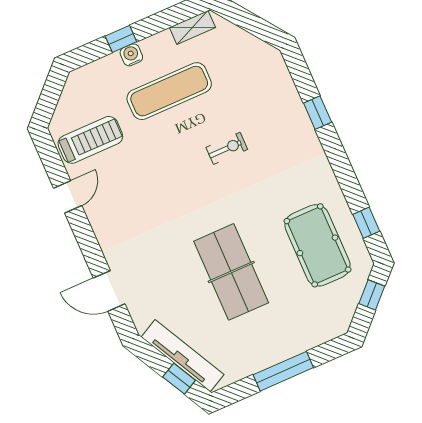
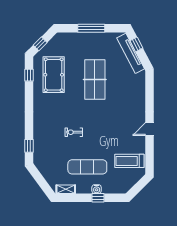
window: (318, 113) -> (29, 146), moved
door: (68, 197) -> (149, 129), moved
door: (109, 291) -> (149, 94), removed

